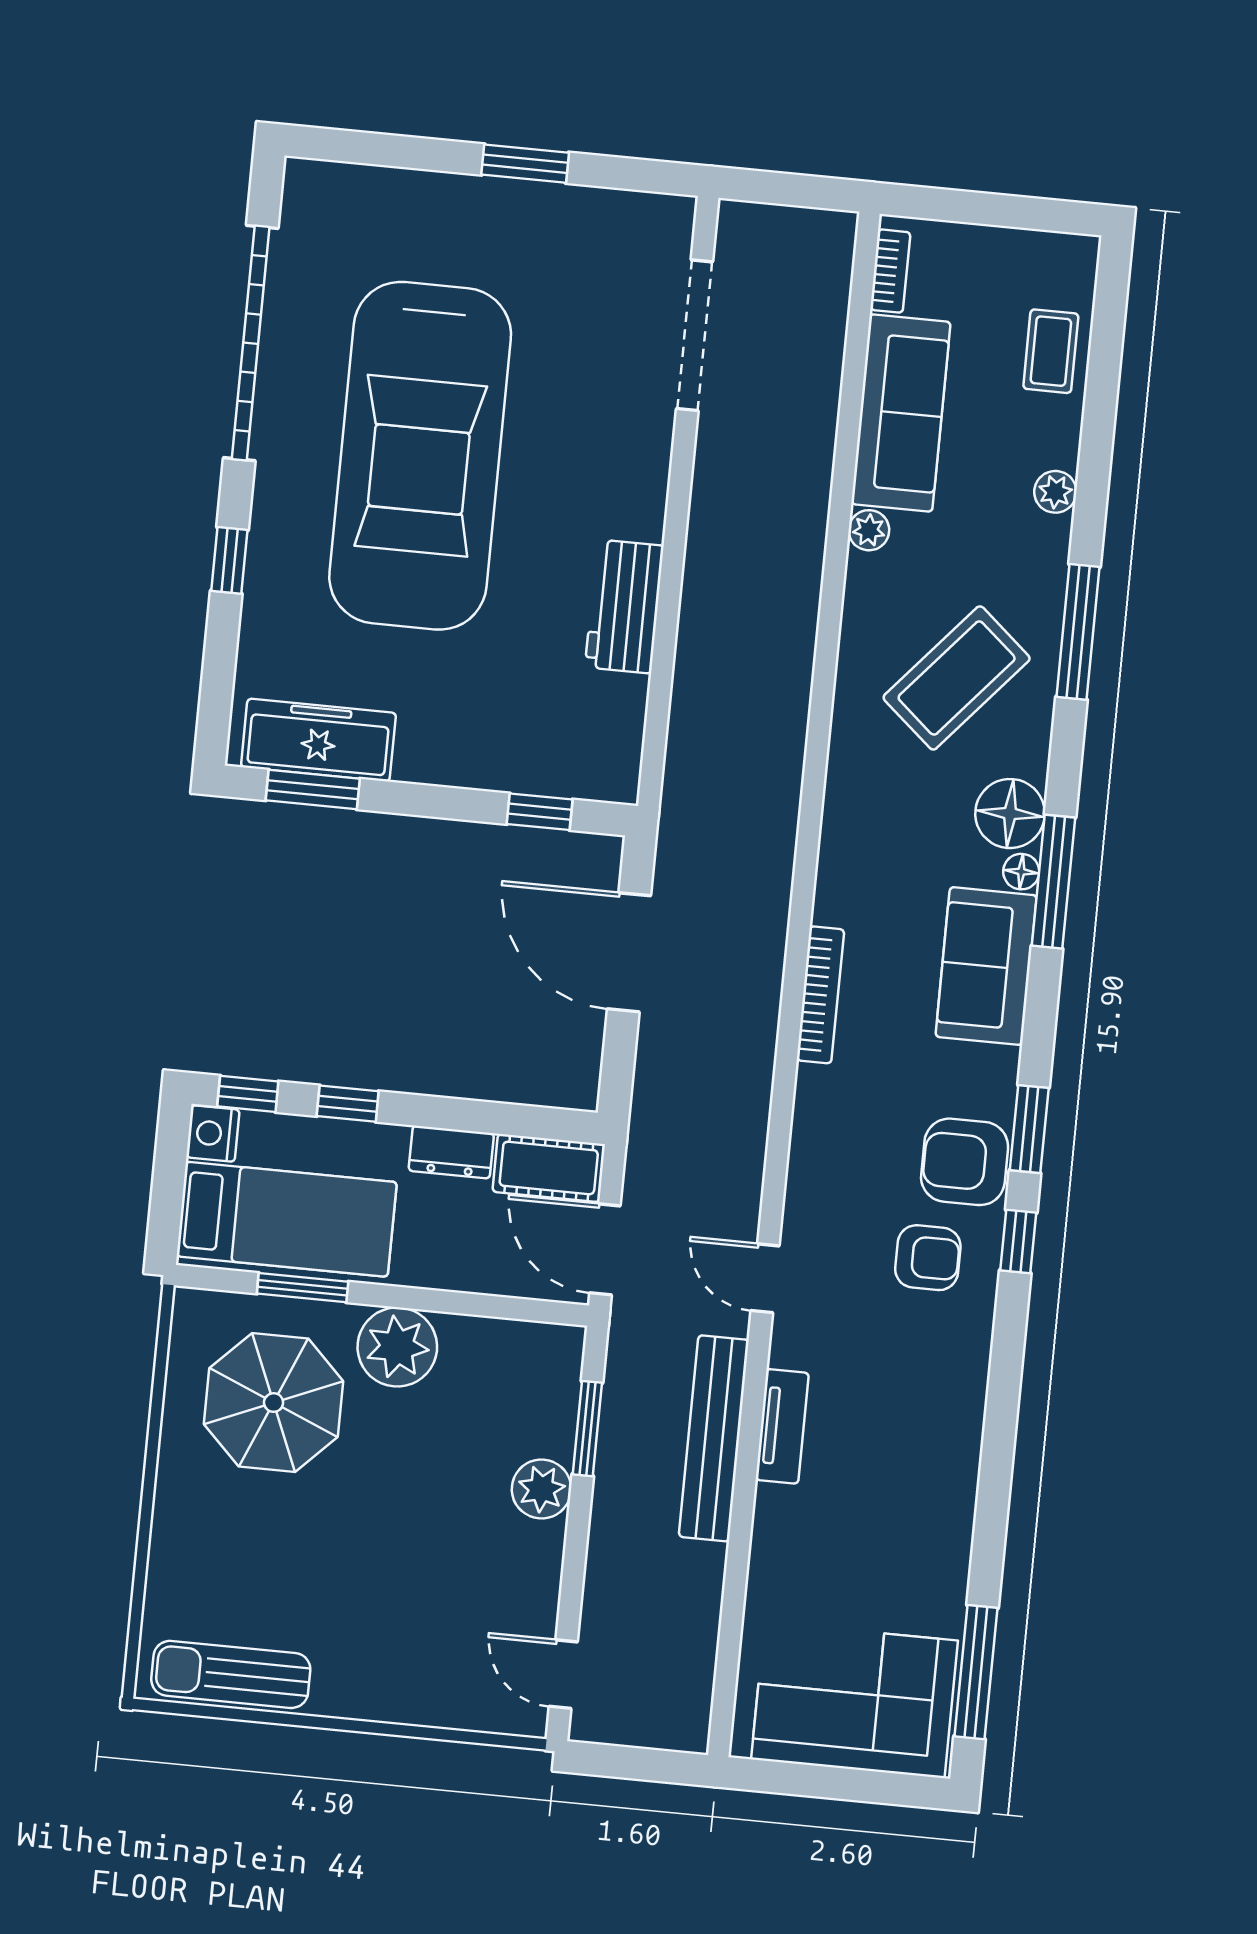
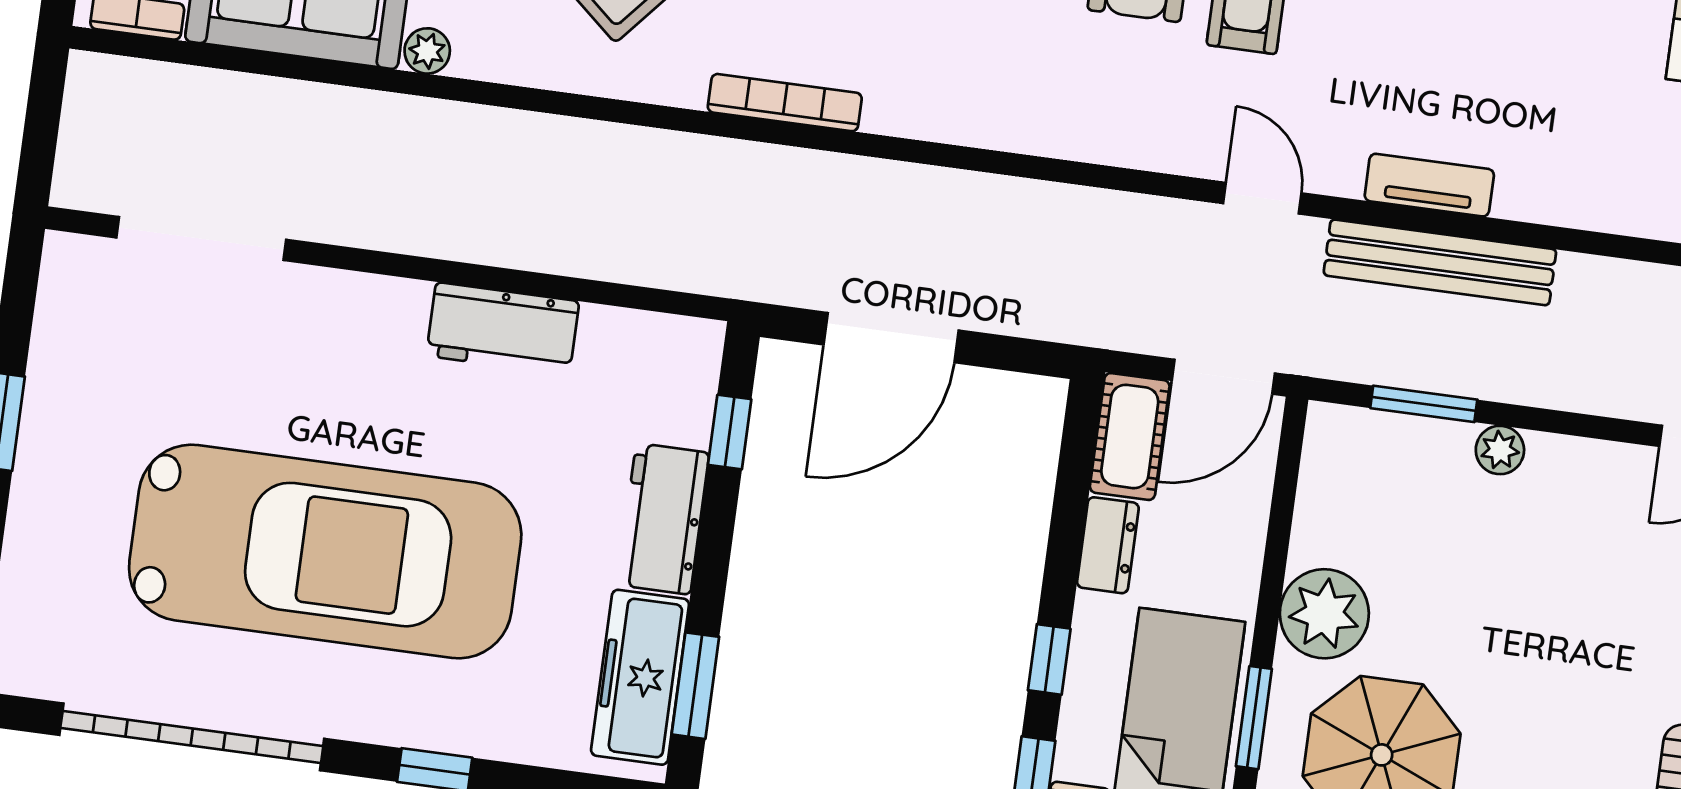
workbench: (460, 756) -> (663, 519), added
bookcase: (820, 995) -> (785, 103), moved
door: (765, 1278) -> (1262, 198), swing flipped
plant: (542, 1489) -> (1500, 450), width x0.73, depth x0.73

